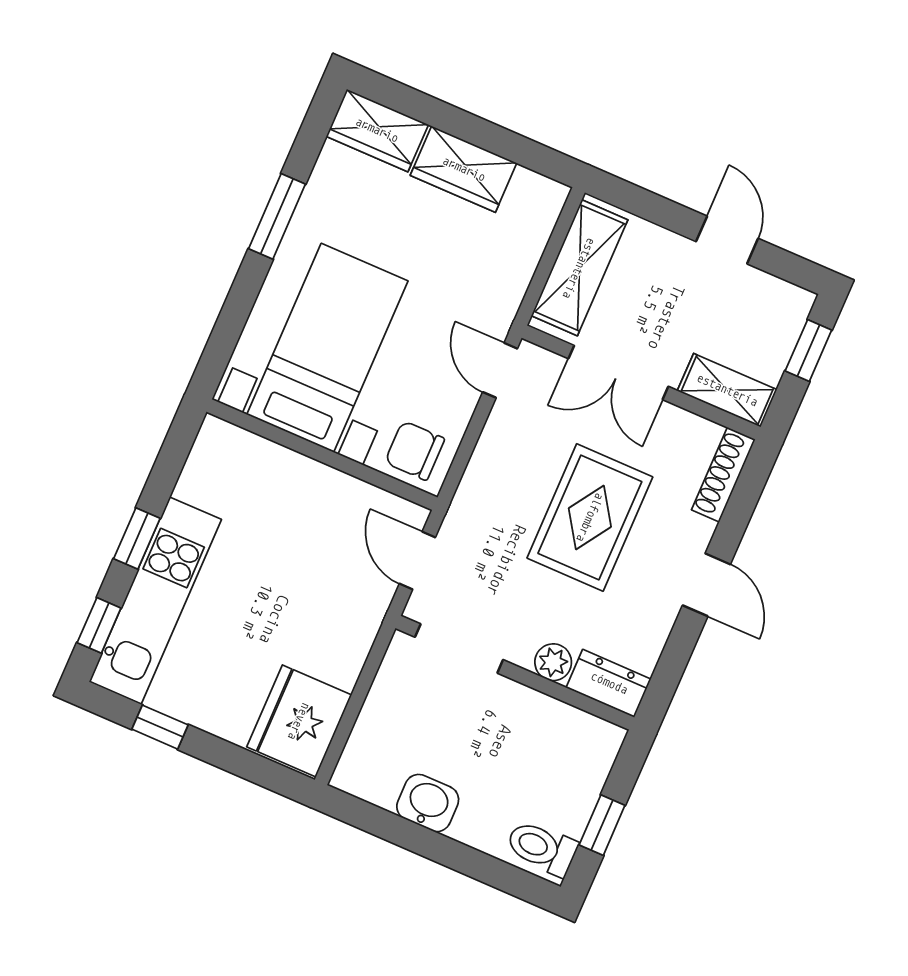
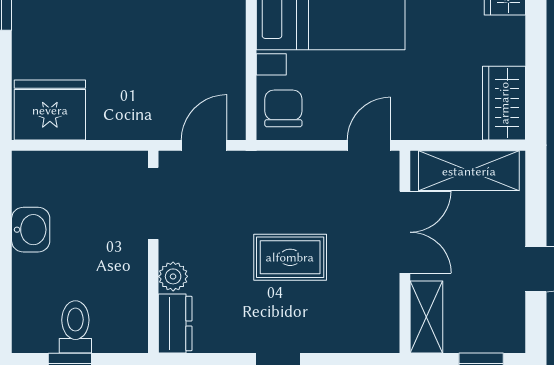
wardrobe: (464, 169) -> (504, 103), moved
double door: (618, 372) -> (405, 232), swing flipped
shoe rack: (723, 475) -> (364, 341), removed
rug: (590, 517) -> (290, 257), width x0.73, depth x0.70
toilet: (542, 848) -> (75, 327), moved

